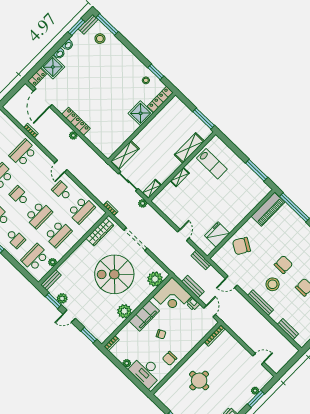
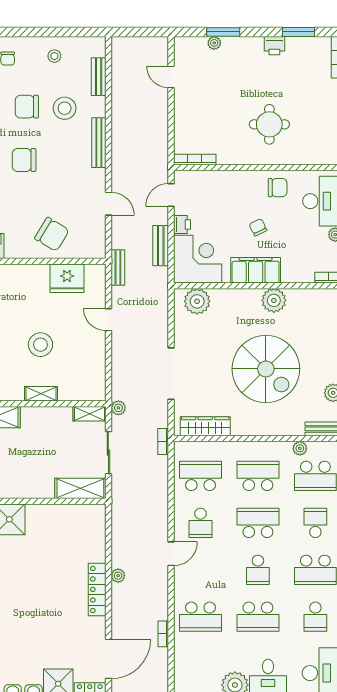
stool: (200, 197) -> (40, 345), added
door: (183, 235) -> (108, 320), hinge flipped
spiral stairs: (114, 274) -> (266, 369), moved
stool: (273, 284) -> (65, 108), moved

